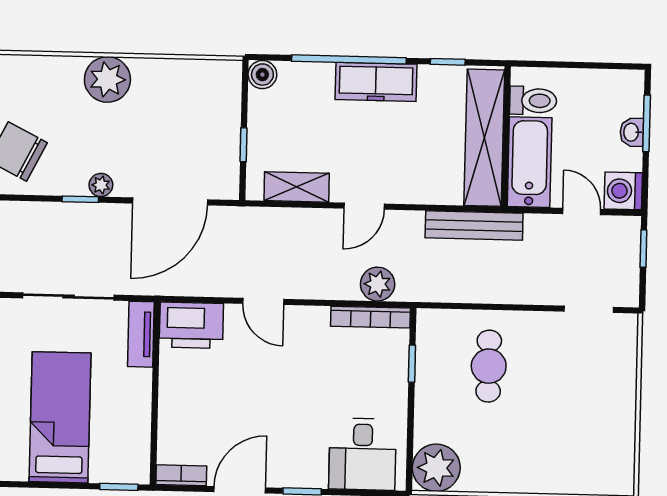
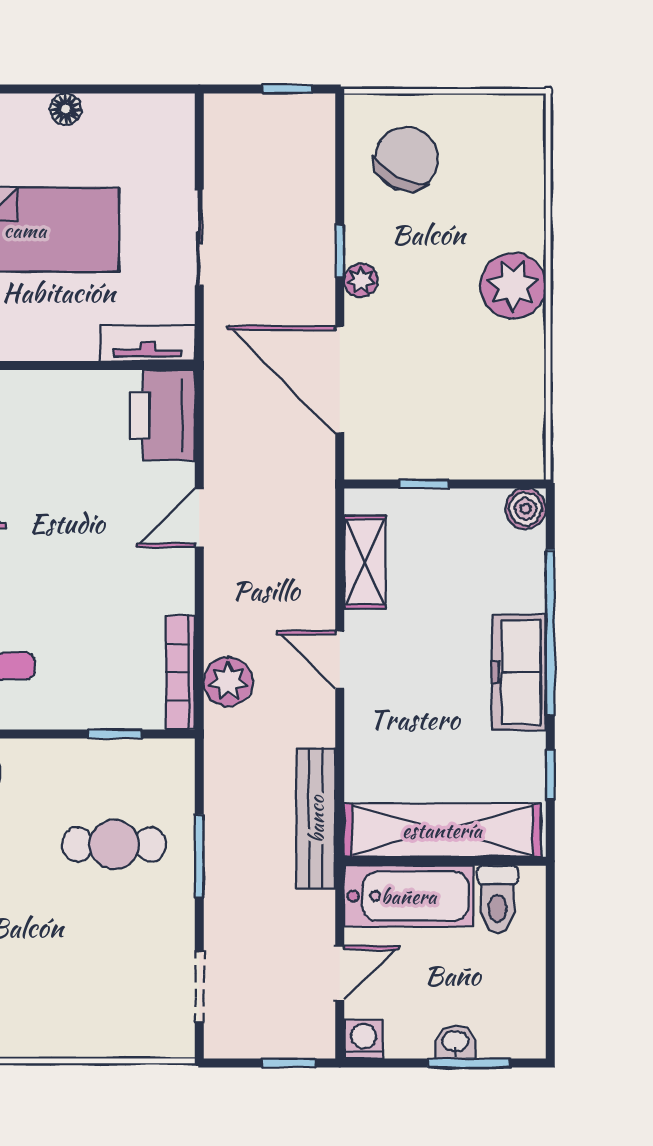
washing machine: (623, 191) -> (364, 1039), width x0.73, depth x0.73
sliding door: (68, 297) -> (199, 237), width x0.73
window: (498, 307) -> (199, 856), added

